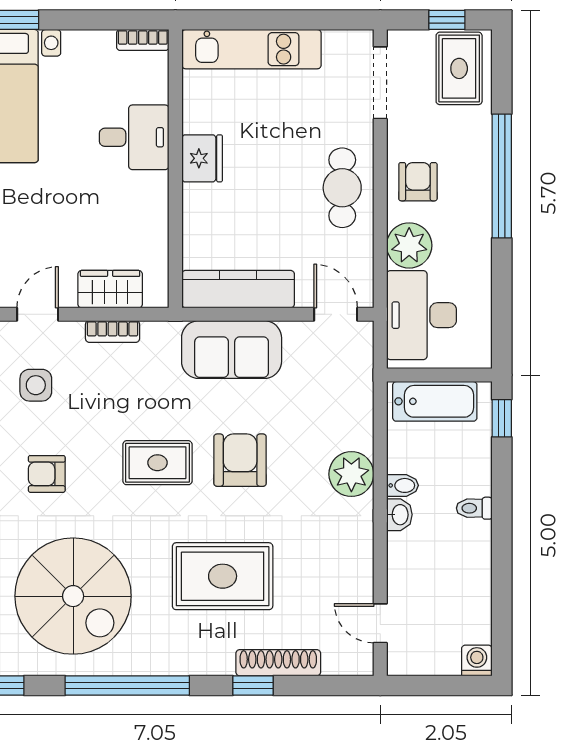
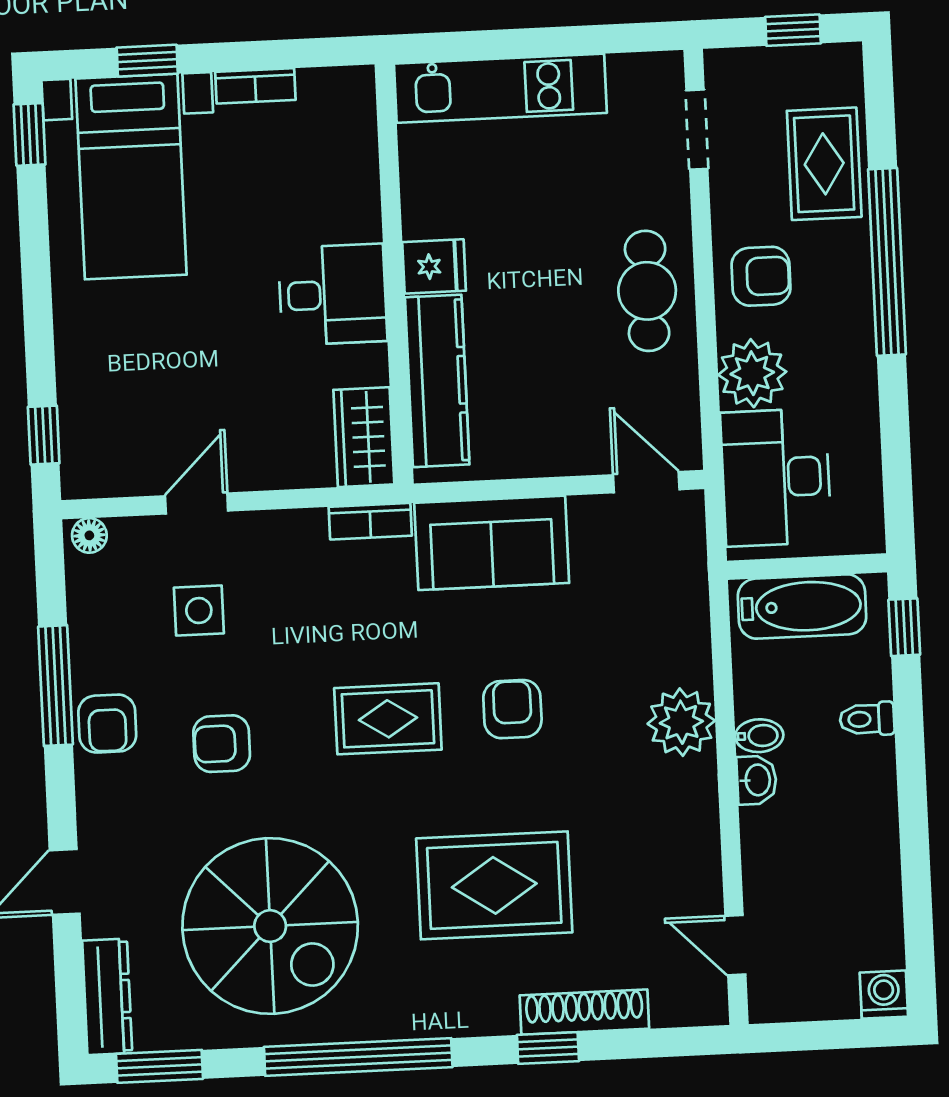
bookcase: (143, 40) -> (255, 86), moved
rug: (459, 68) -> (824, 164), moved
doorway: (380, 83) -> (697, 130), width x0.73
desk: (134, 137) -> (333, 295), moved
fridge: (202, 158) -> (434, 266), width x0.72
armchair: (418, 182) -> (761, 276), turned 90
wardrobe: (110, 289) -> (364, 437), moved, turned -90
kitchen counter: (238, 289) -> (437, 381), moved, turned 90
bookcase: (113, 331) -> (370, 521), moved
armchair: (240, 460) -> (512, 709), width x0.72, depth x0.72
toilet: (474, 508) -> (867, 719), moved

